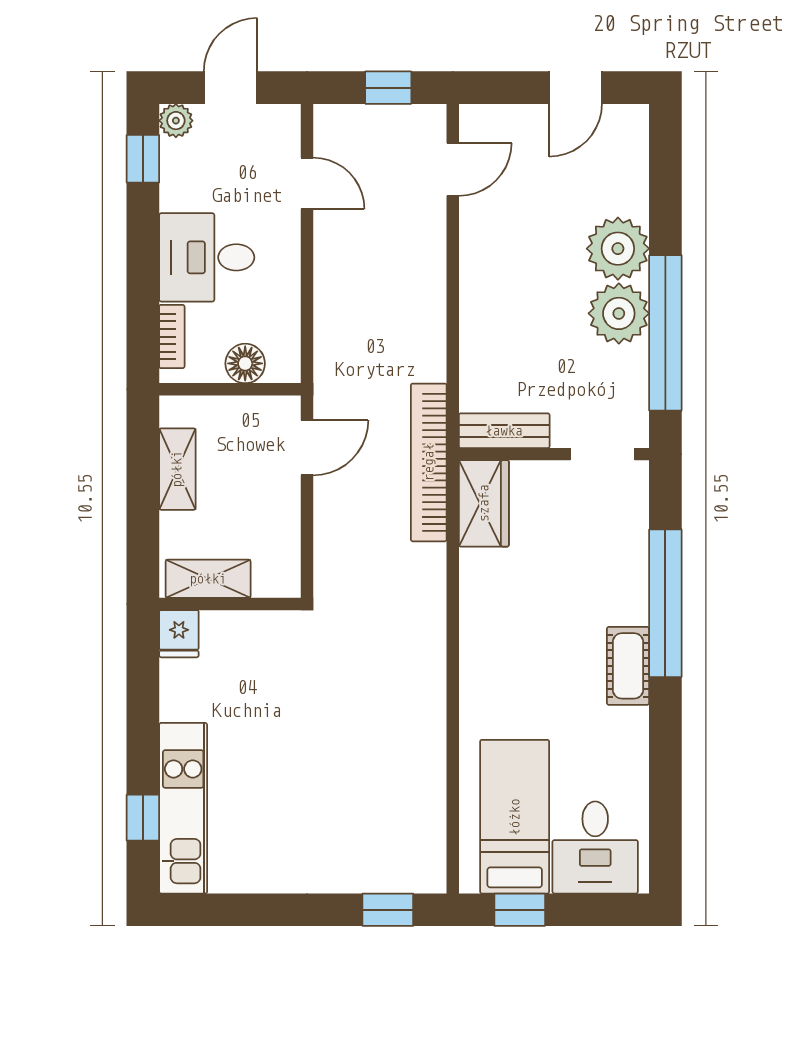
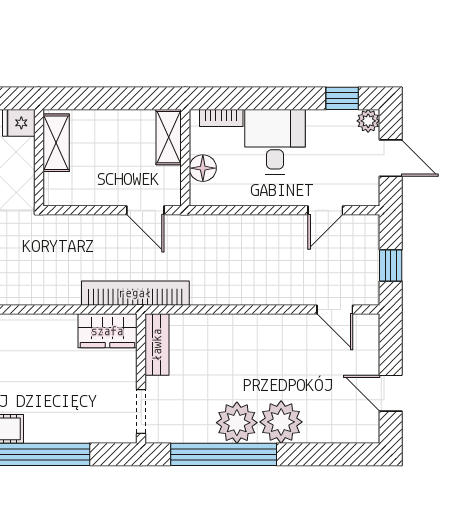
shelving: (177, 469) -> (169, 137), moved, turned 90

